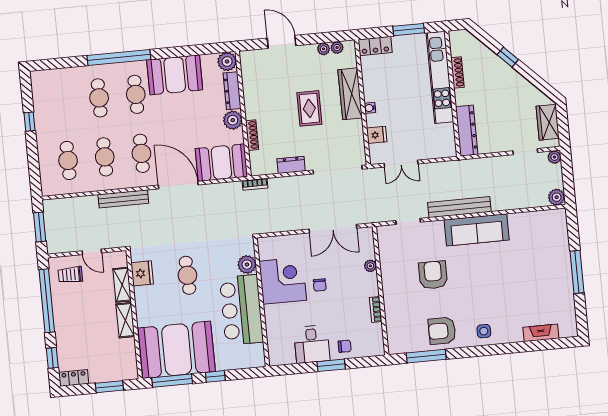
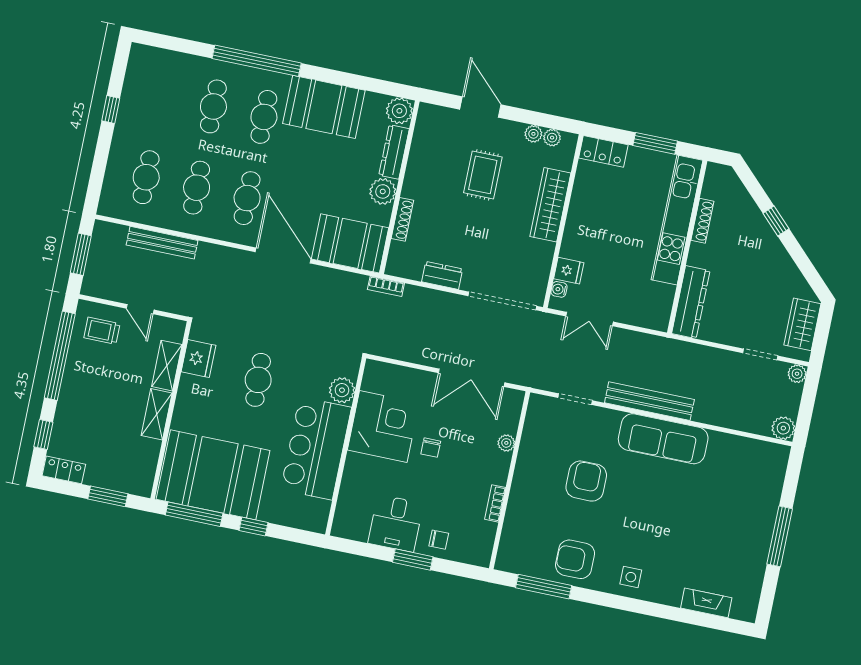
rug: (309, 108) -> (483, 175), moved
water cooler: (370, 108) -> (559, 289), moved
bench: (123, 199) -> (162, 243), moved

